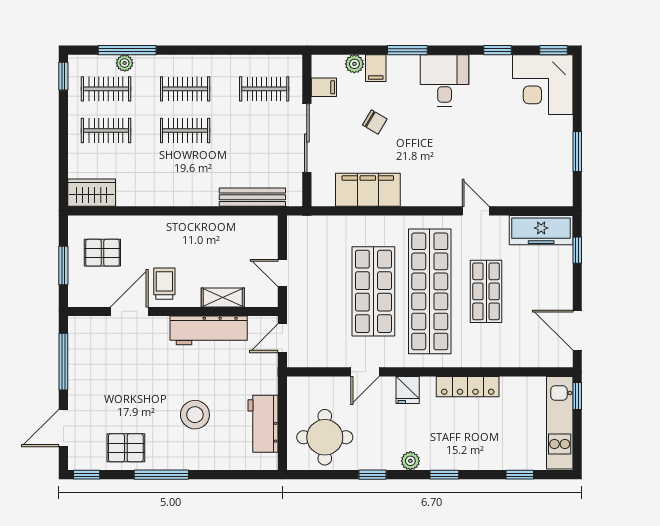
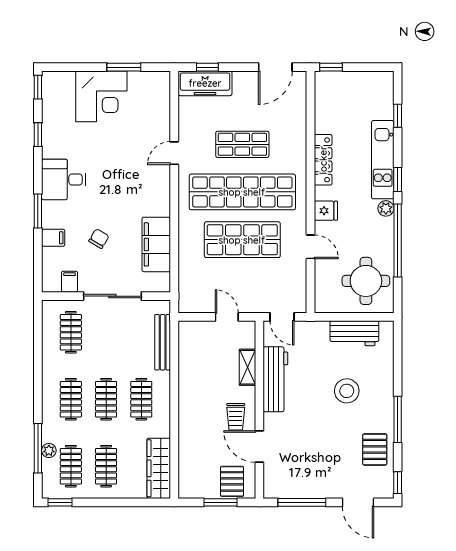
plant: (354, 64) -> (50, 256), removed
corner desk: (543, 85) -> (101, 96), moved
clothes rail: (185, 172) -> (141, 399), added
wardrobe: (92, 193) -> (159, 468), width x1.50
freezer: (541, 230) -> (205, 83), moved, turned 90
pallet: (102, 253) -> (232, 481), moved
door: (282, 273) -> (227, 317), swing flipped
trolley: (164, 284) -> (236, 417), turned -90
kitchen unit: (560, 423) -> (383, 160), moved, turned 90
window: (373, 475) -> (398, 240), width x3.17

